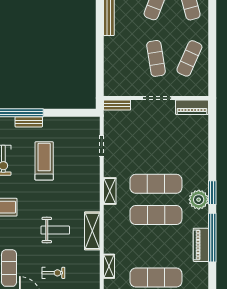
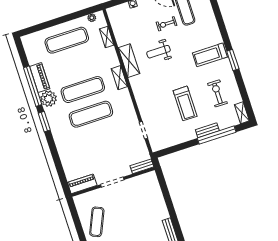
exercise mat: (156, 58) -> (123, 213), removed
shelving: (110, 191) -> (119, 78), moved
plant: (199, 200) -> (49, 99), moved
exercise bike: (53, 273) -> (166, 24), moved

